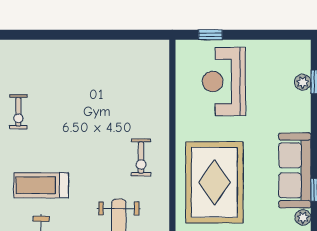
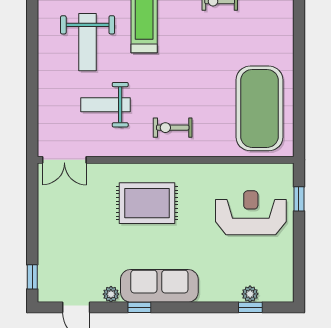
exercise mat: (122, 73) -> (259, 108), added
rug: (214, 182) -> (147, 203), width x0.73, depth x0.69

